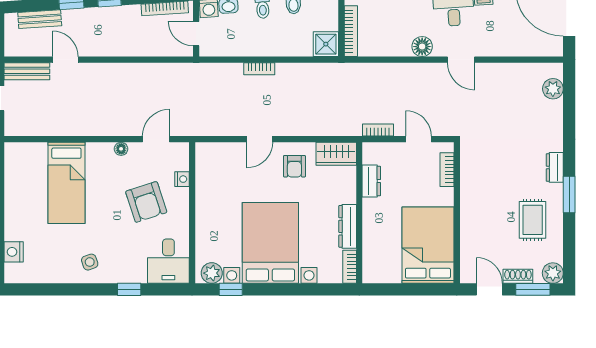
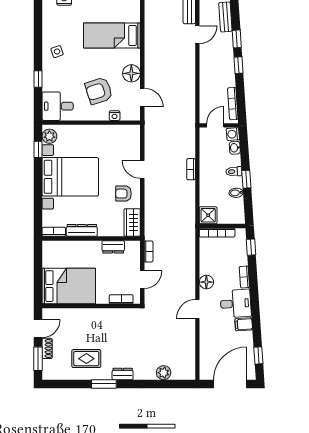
plant: (553, 89) -> (164, 373), moved
floor lamp: (121, 149) -> (131, 73), width x1.89, depth x1.89
plant: (553, 273) -> (49, 373), removed

